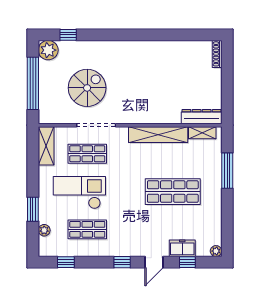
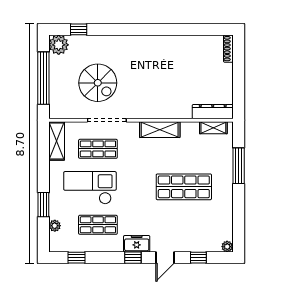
spiral stairs: (87, 88) -> (98, 83), turned 90
shelving: (158, 135) -> (160, 130), width x0.68
freezer: (182, 248) -> (137, 244), moved

